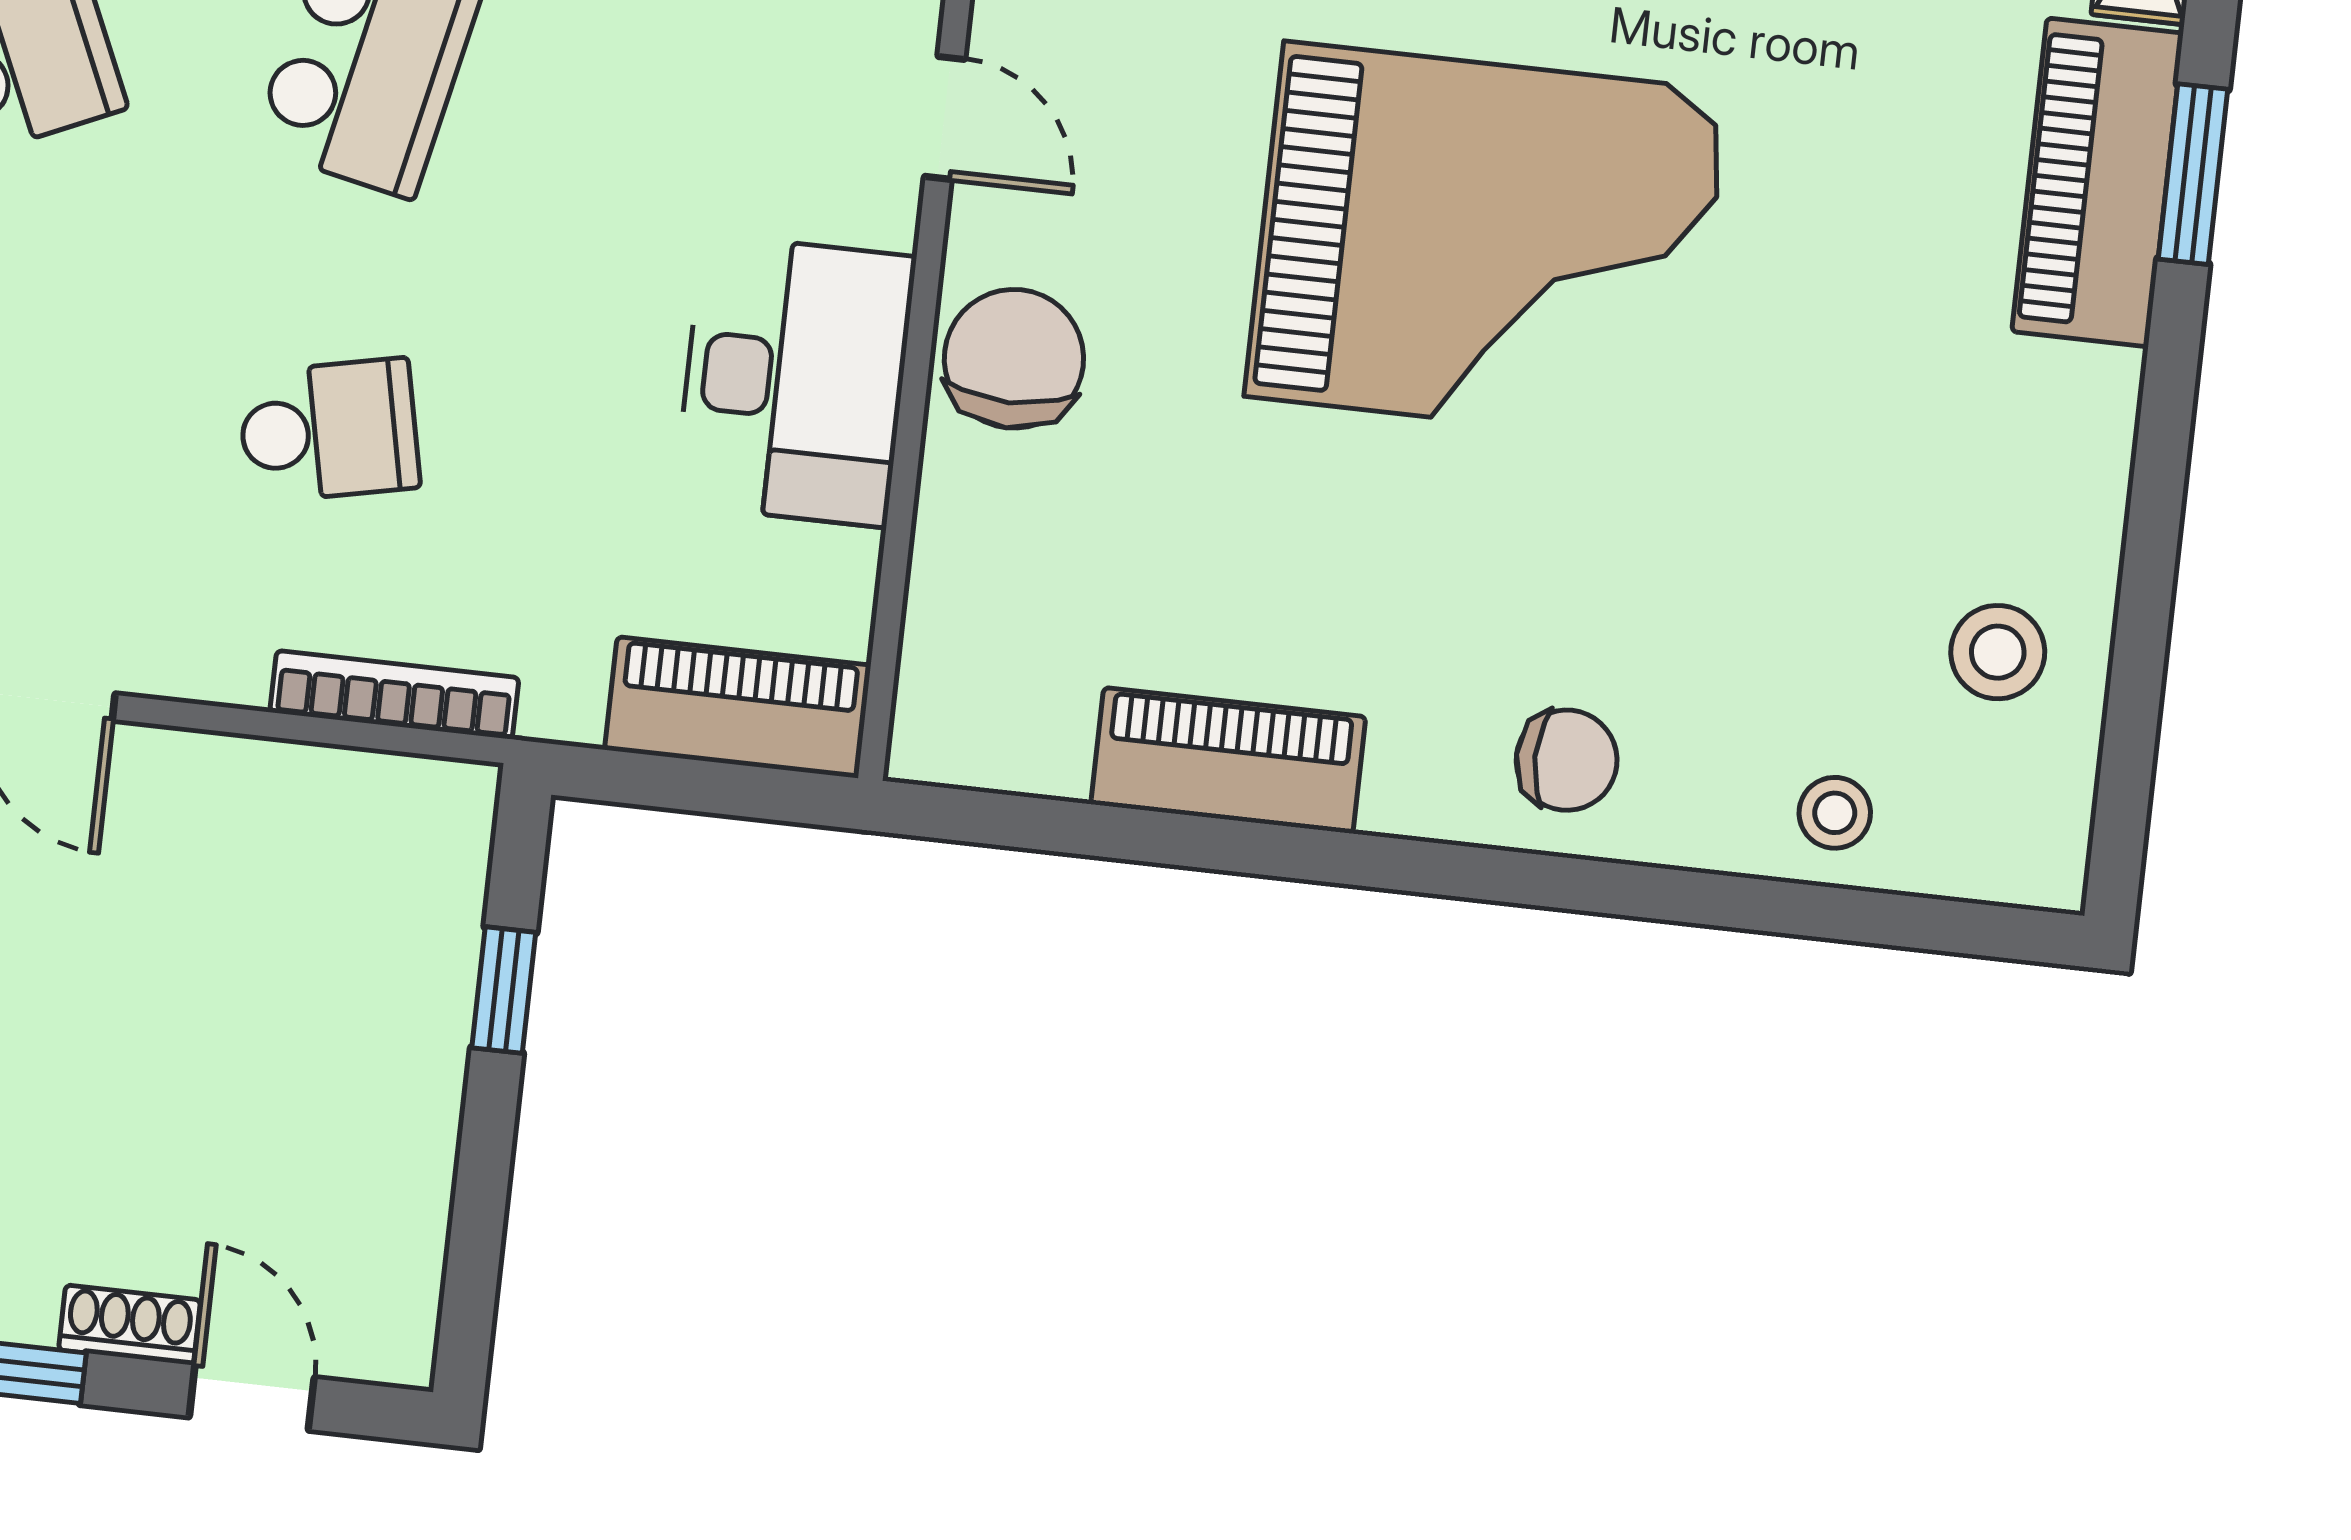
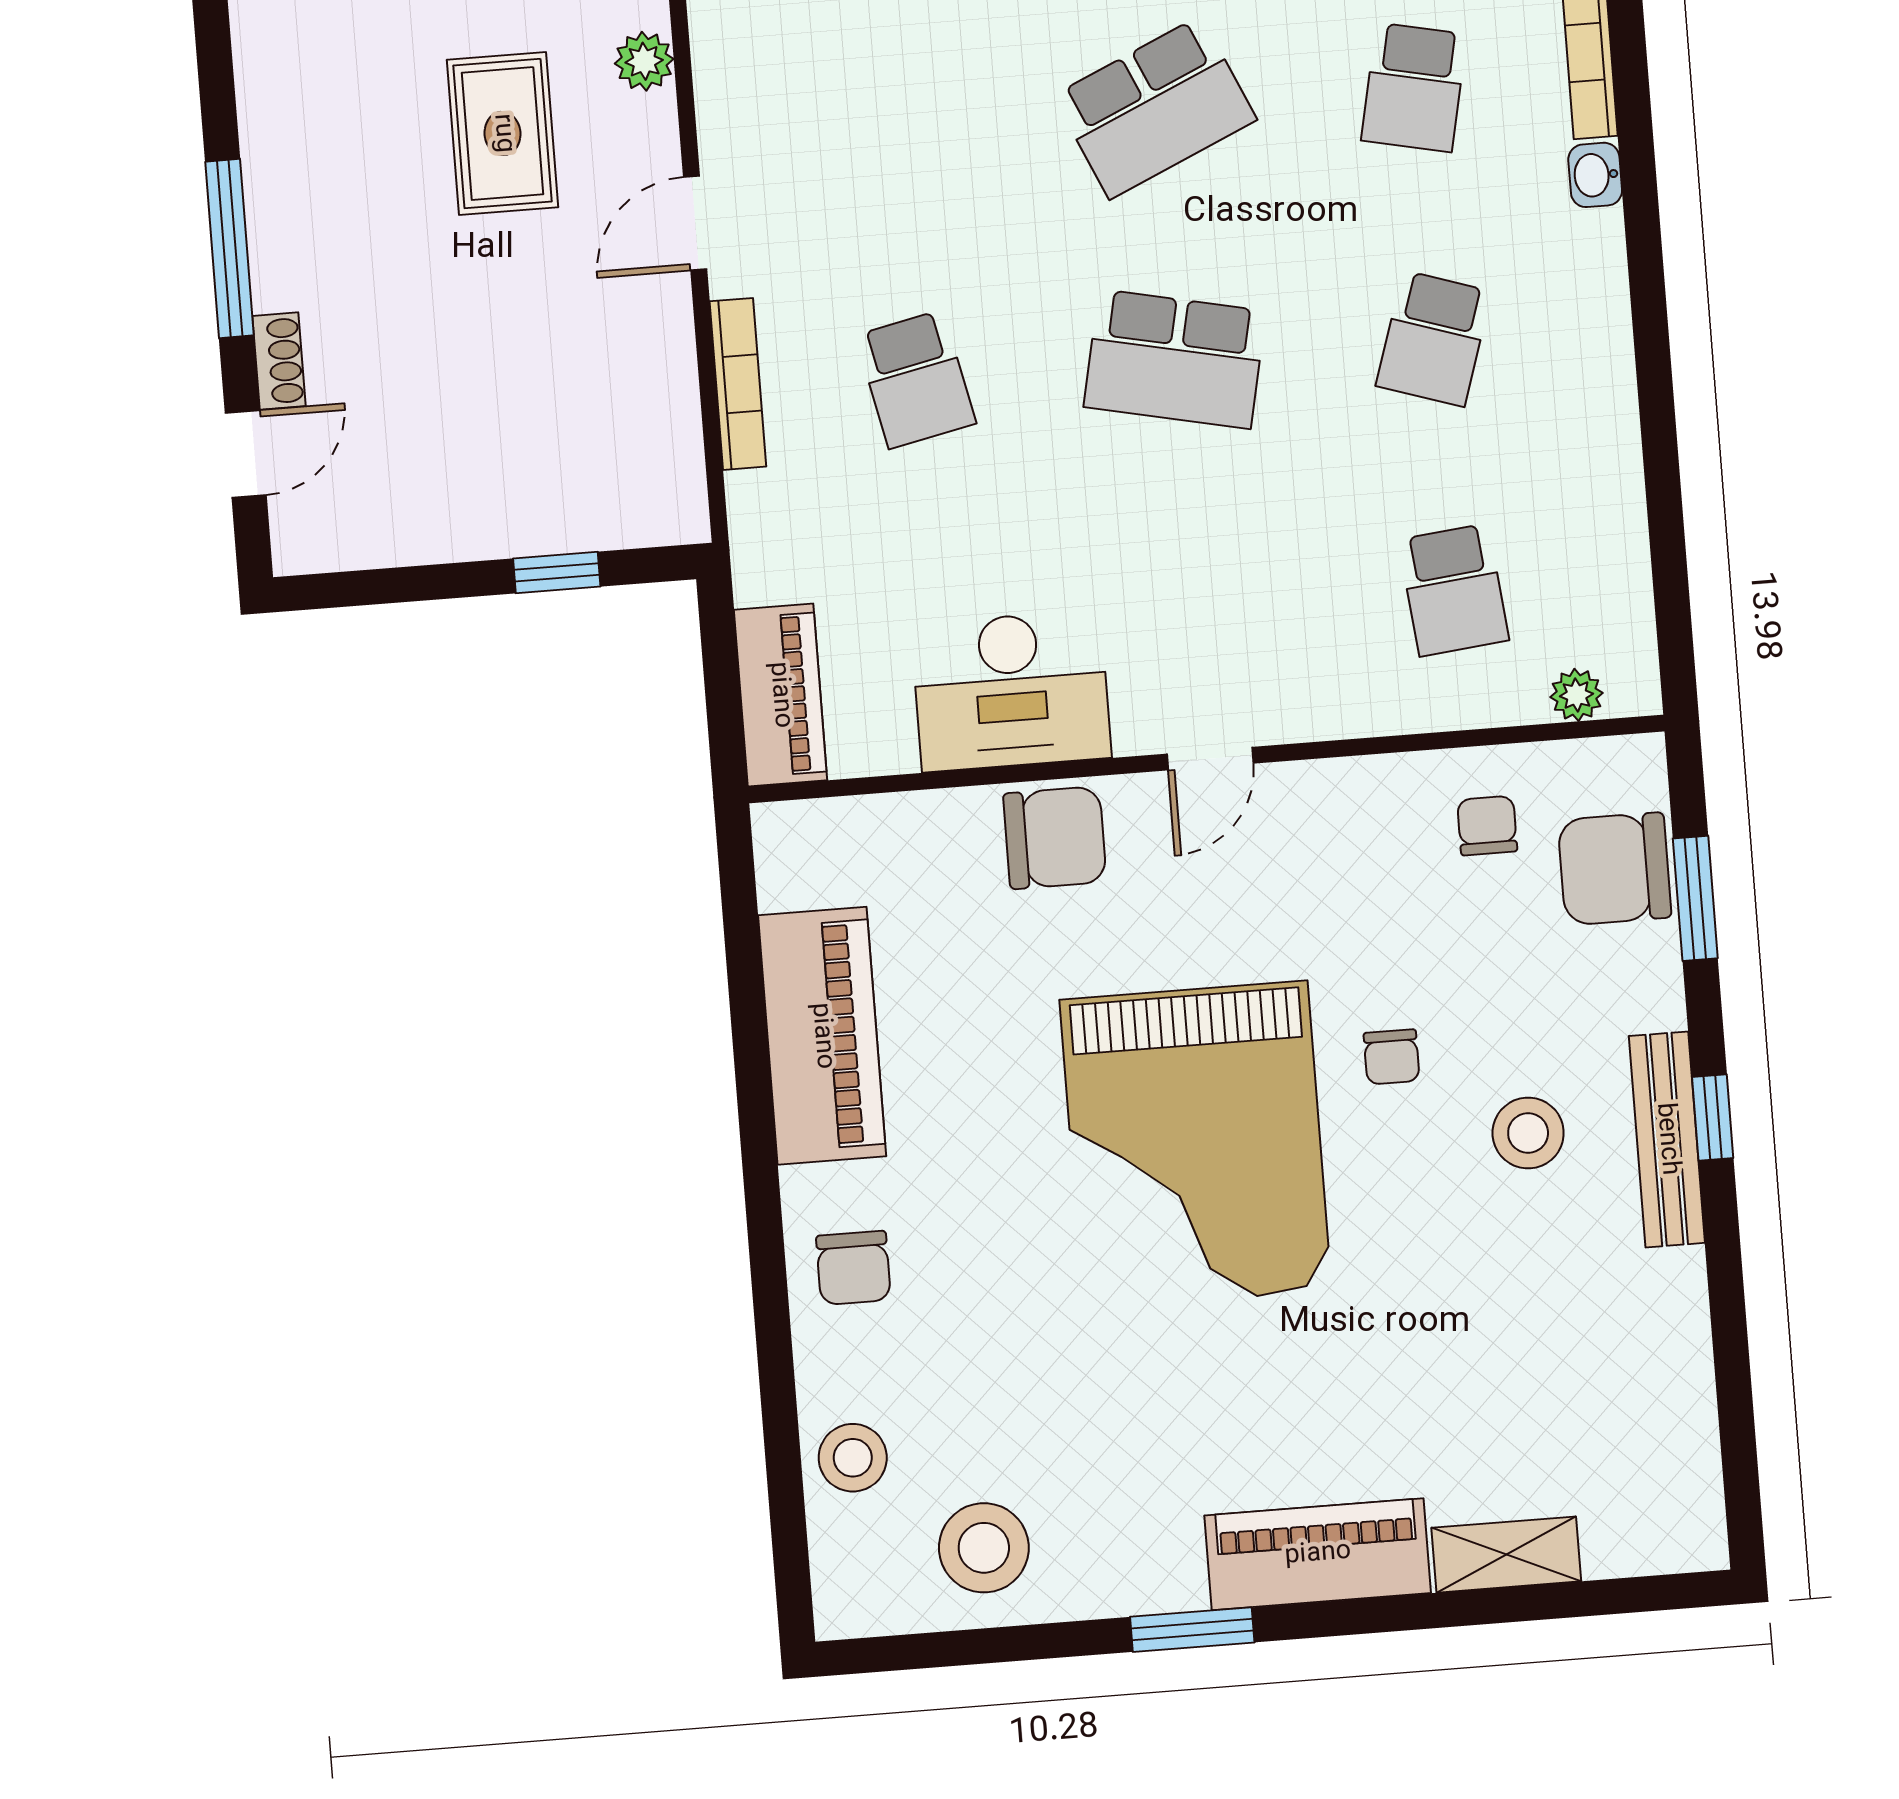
window: (2193, 174) -> (1192, 1630), moved
stool: (1998, 652) -> (984, 1548), width x1.38, depth x1.38
bookcase: (394, 695) -> (738, 384), moved
piano: (1228, 761) -> (822, 1036), width x1.37, depth x1.33
stool: (1835, 813) -> (853, 1458), width x1.37, depth x1.37

